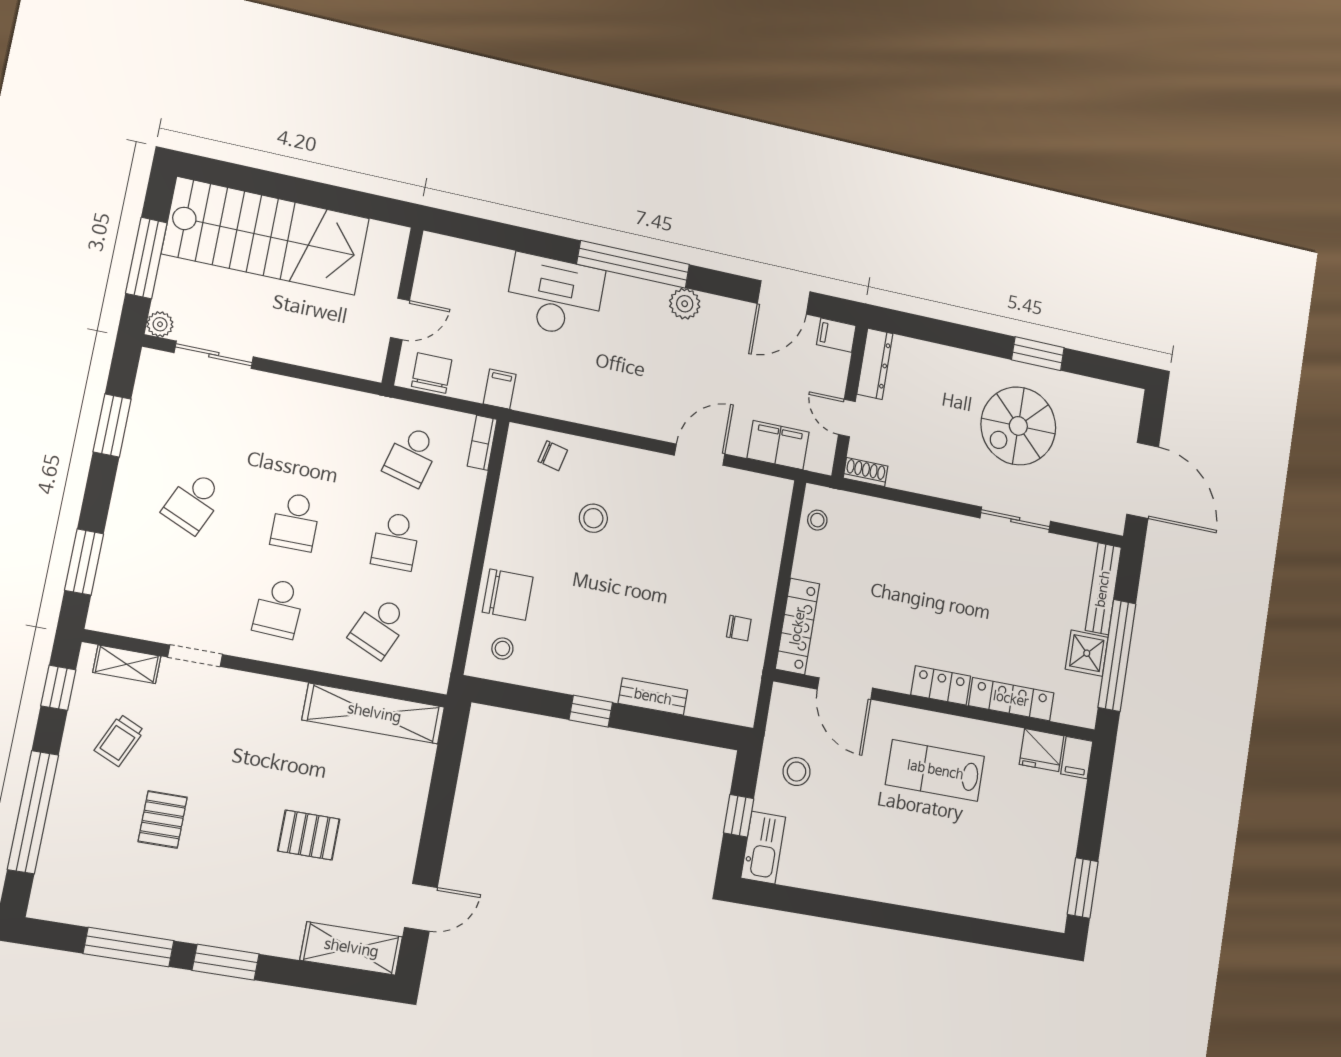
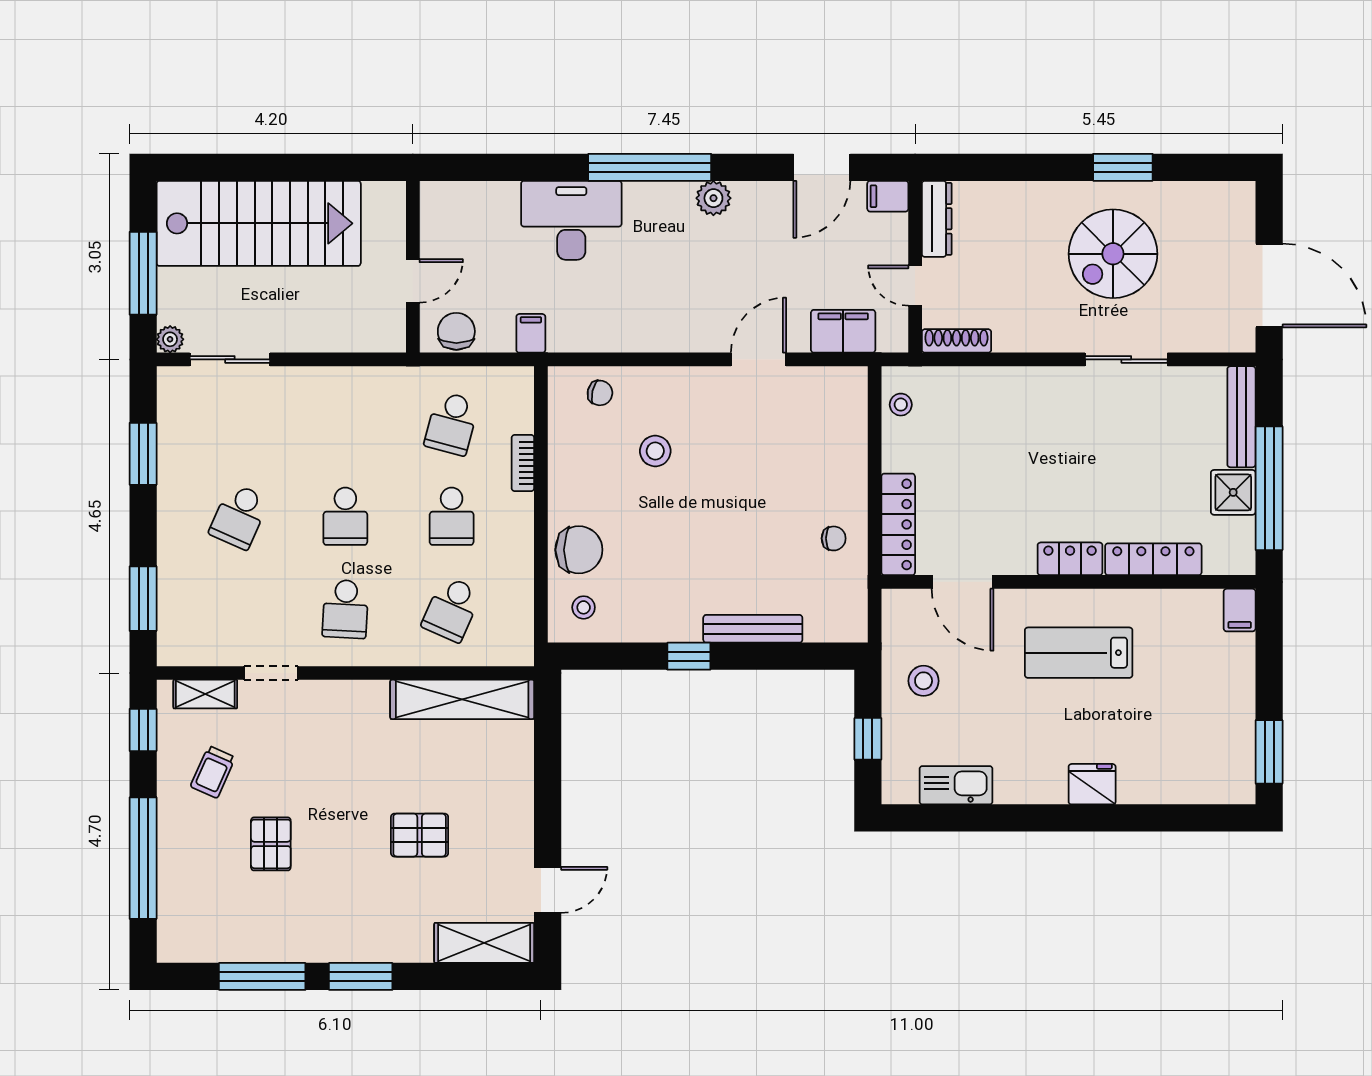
bookcase: (482, 443) -> (523, 463), moved
shoe rack: (866, 472) -> (956, 341), width x1.43
bench: (653, 697) -> (753, 629), width x1.36
fridge: (1042, 750) -> (1092, 784), moved, turned 180
kitchen sink: (763, 848) -> (956, 785), moved, turned -90

